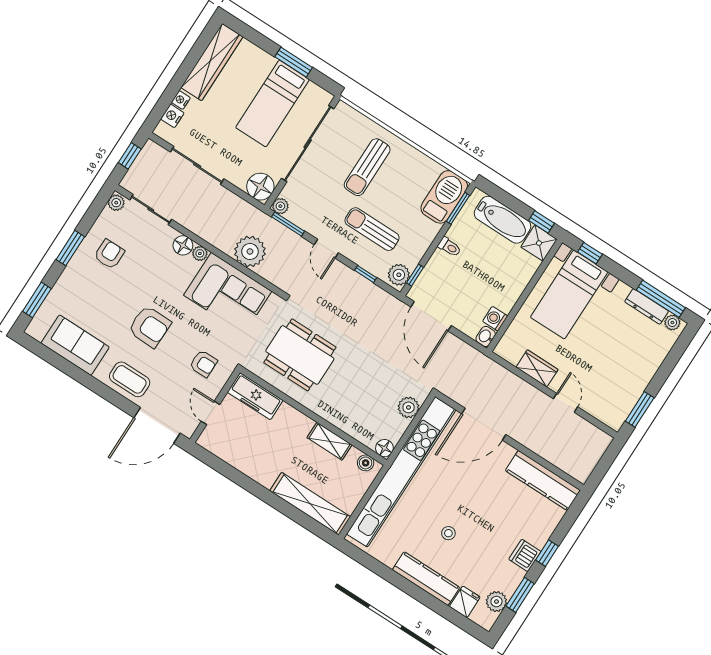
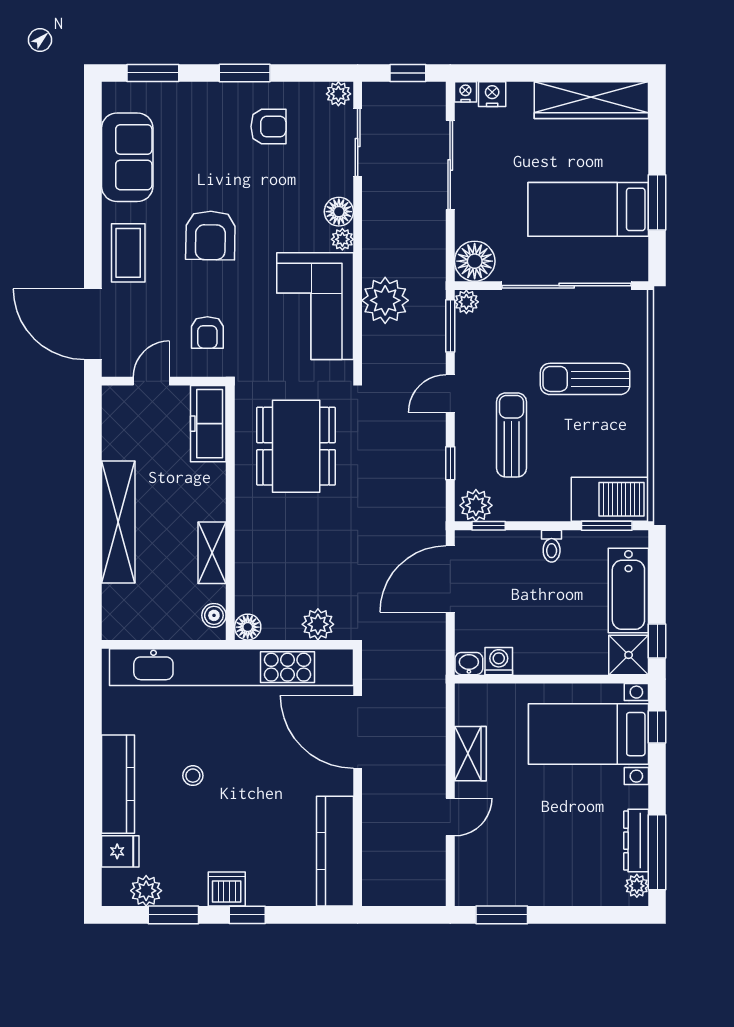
nightstand: (181, 100) -> (465, 92), moved
shelving: (310, 504) -> (118, 522), moved

